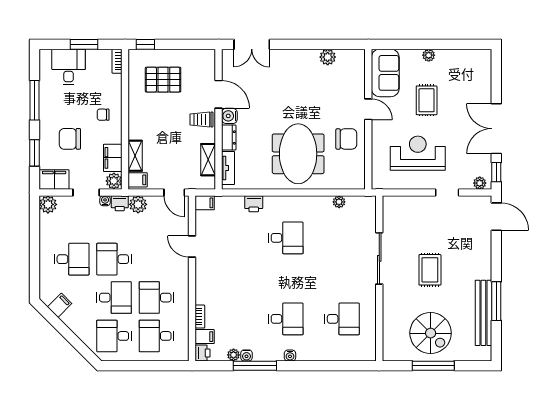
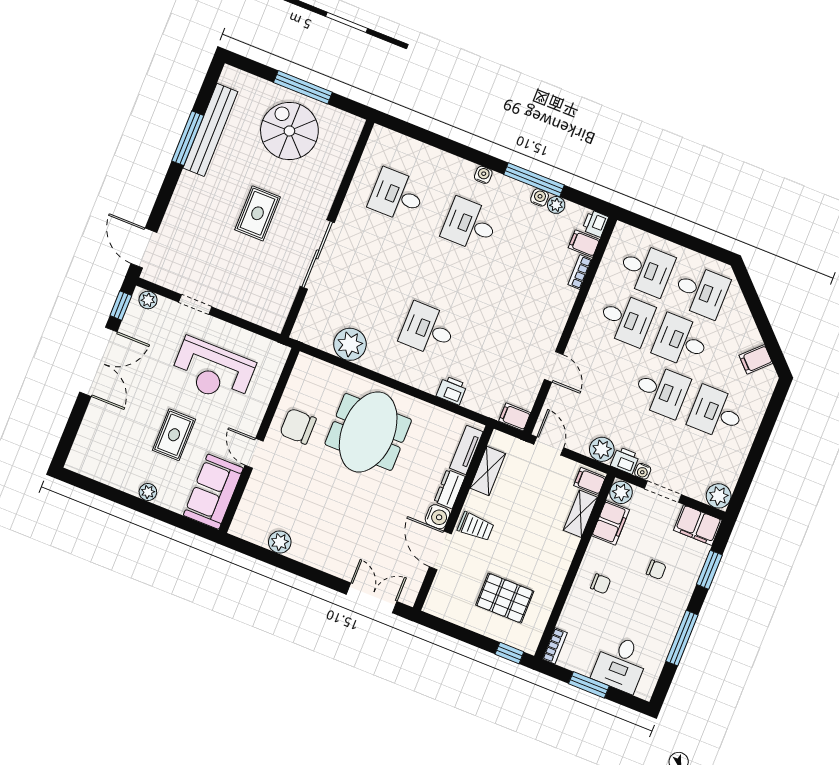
chair: (70, 139) -> (656, 570), width x0.54, depth x0.54
plant: (339, 202) -> (350, 344), width x1.88, depth x1.88

